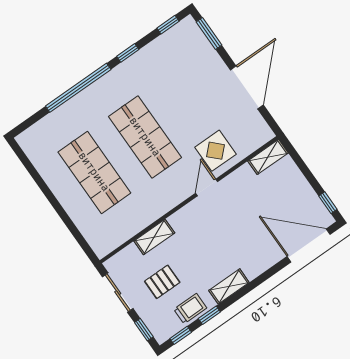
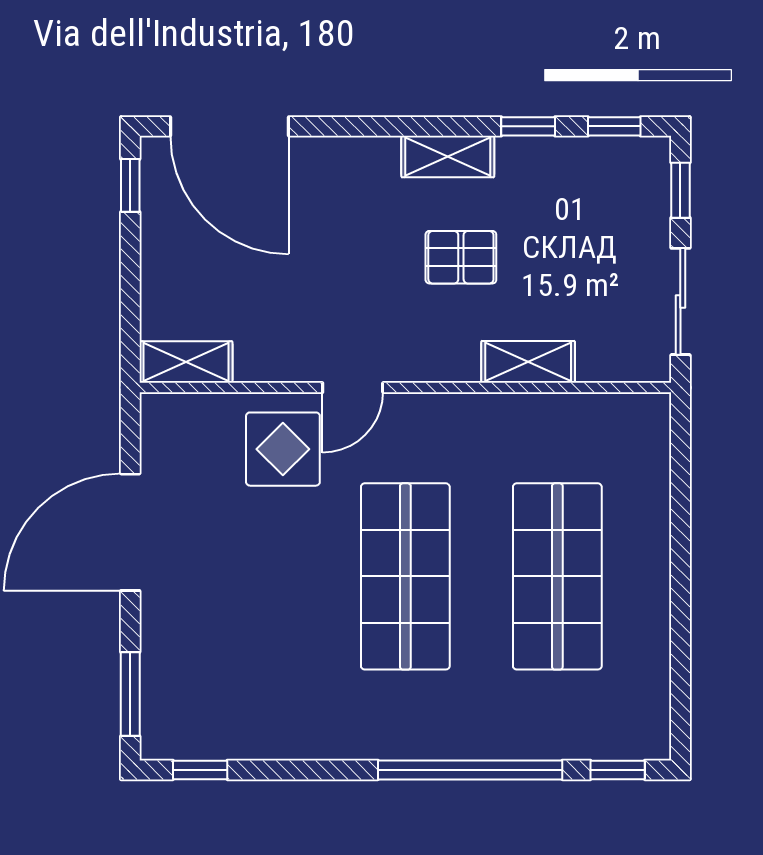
window: (128, 53) -> (618, 770), moved
pallet: (162, 282) -> (461, 257), moved
trolley: (190, 309) -> (557, 167), removed

